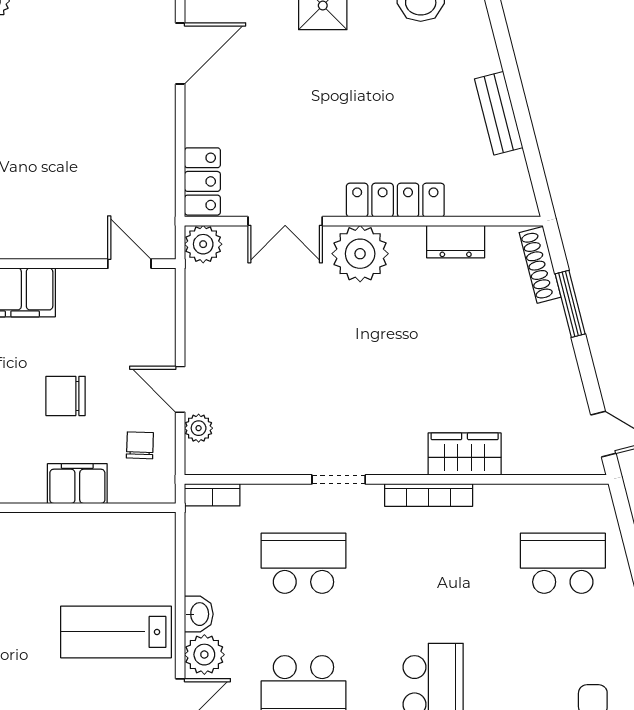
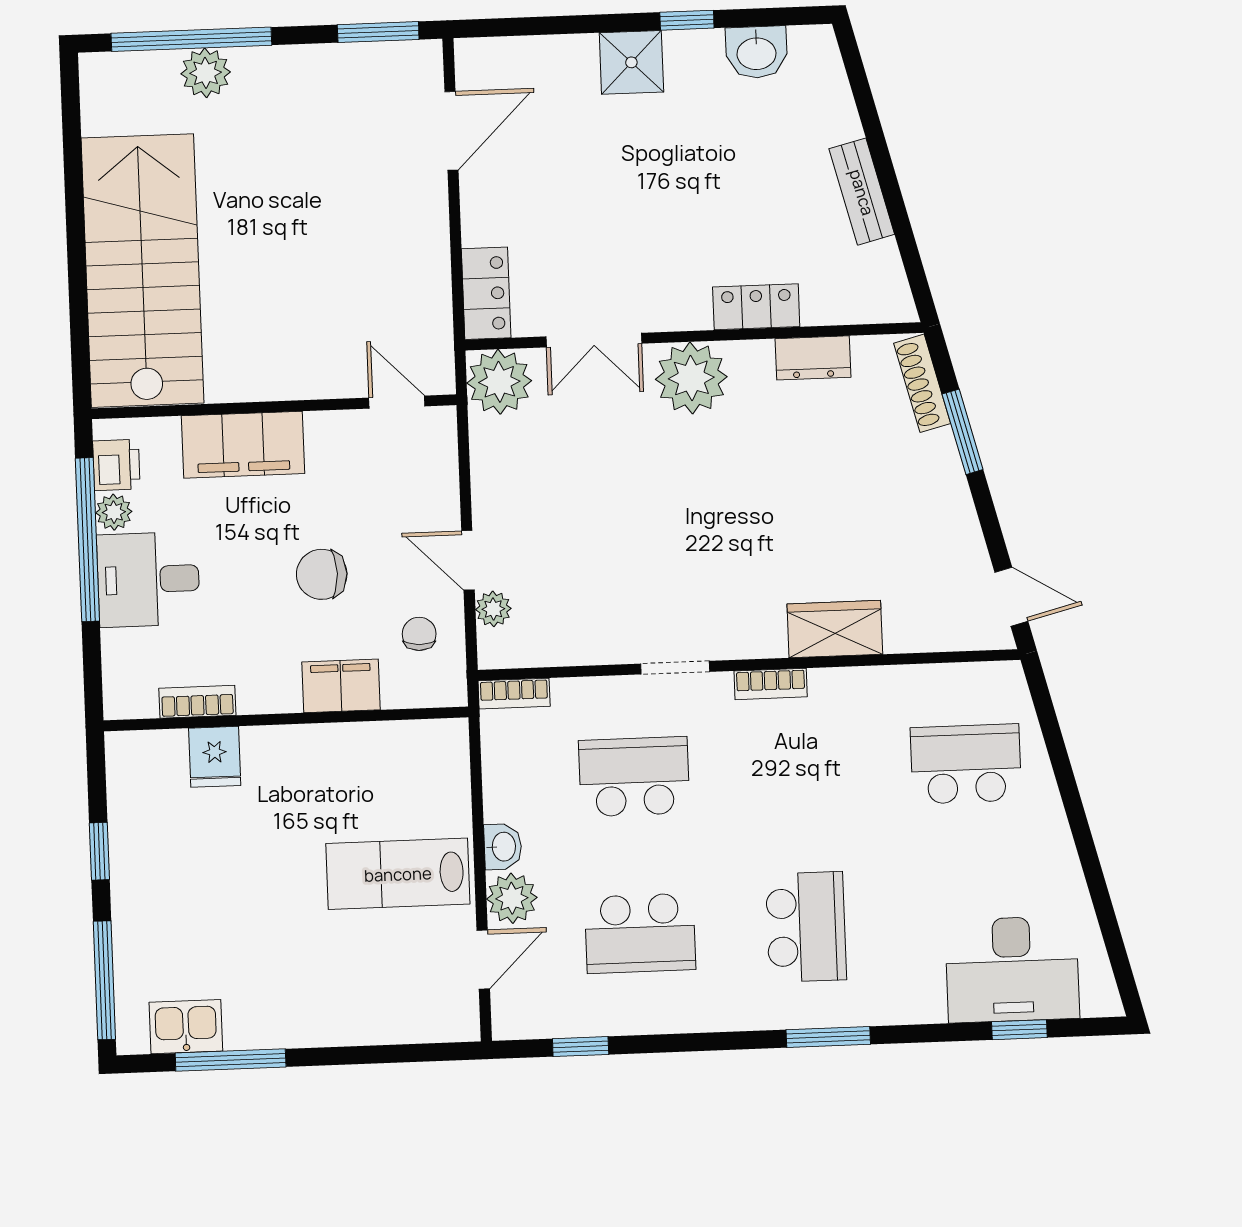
locker: (395, 200) -> (756, 307), width x0.66
plant: (203, 244) -> (499, 382), width x1.36, depth x1.36
bookcase: (429, 495) -> (771, 684), width x0.64

